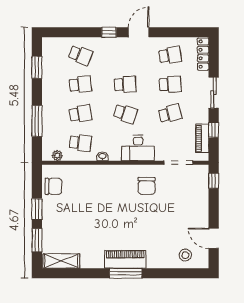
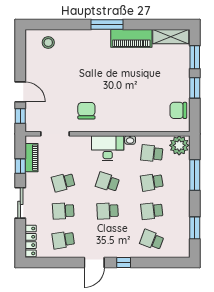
desk: (138, 148) -> (108, 148), moved
plant: (57, 156) -> (179, 145), width x1.88, depth x1.88
door: (214, 238) -> (20, 92), moved
piano: (125, 259) -> (131, 38), moved

